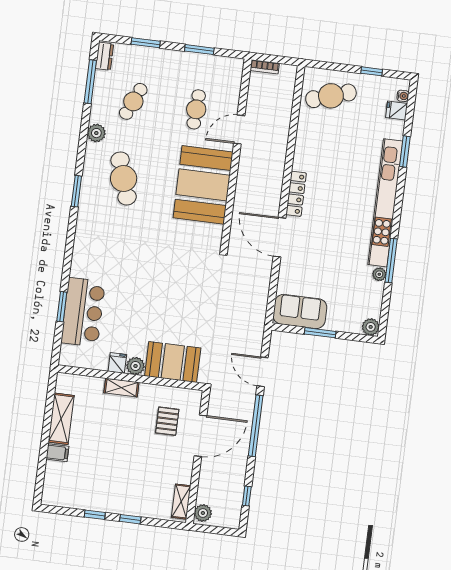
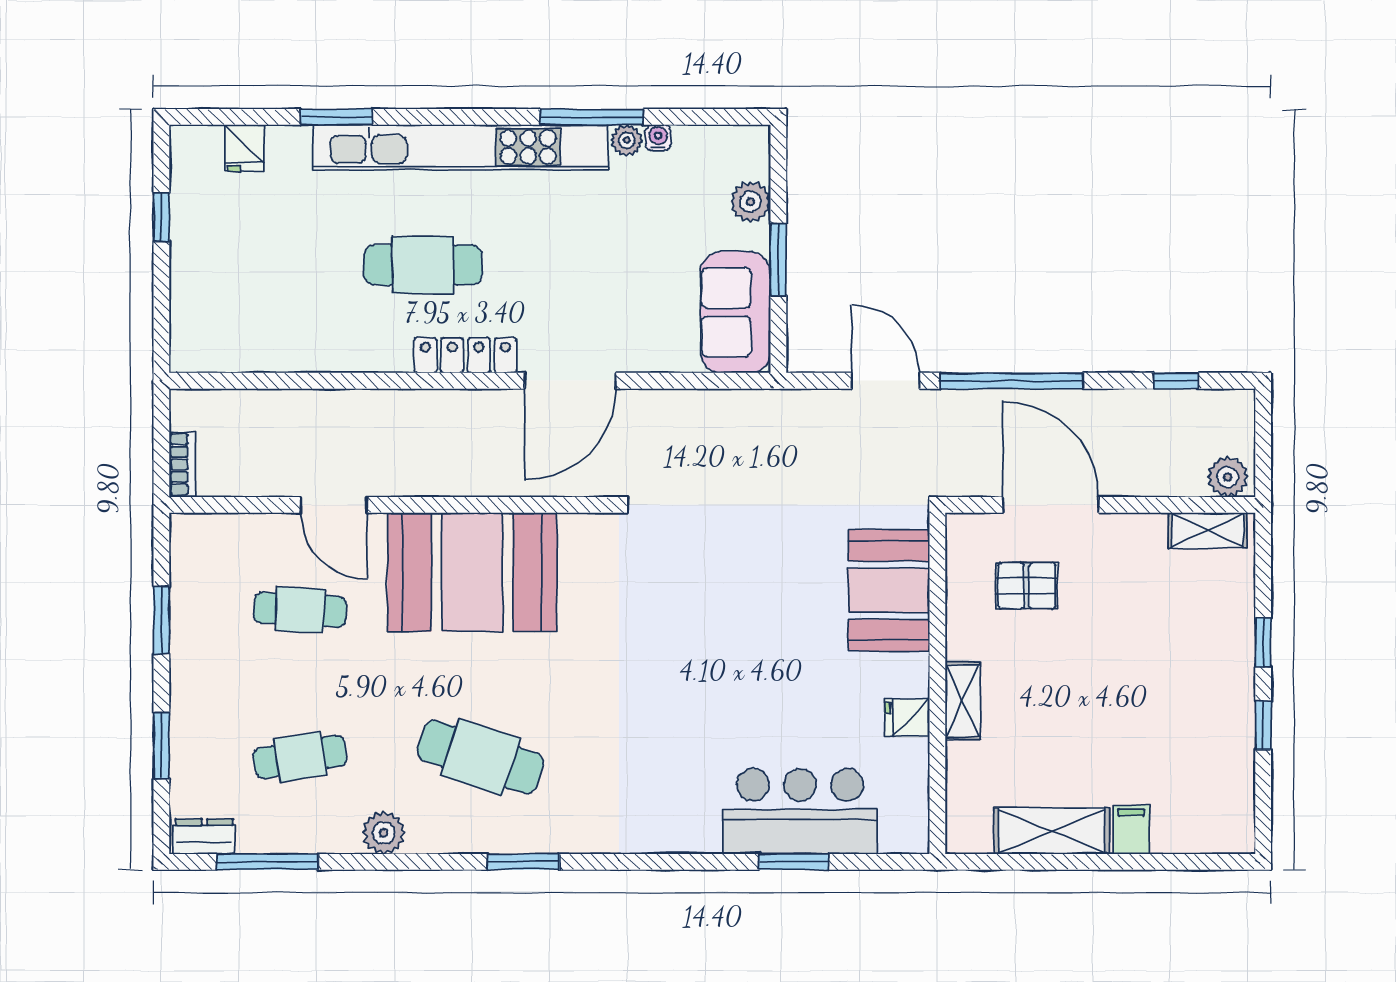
cafe table: (331, 96) -> (423, 265), moved, turned -72
water cooler: (403, 96) -> (658, 138), moved
cafe table: (133, 101) -> (300, 757), turned -33
cafe table: (124, 179) -> (481, 757), turned 36
plant: (371, 327) -> (750, 202), moved
plant: (135, 366) -> (909, 675), removed
door: (262, 372) -> (885, 381), swing flipped

